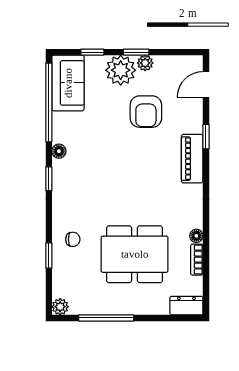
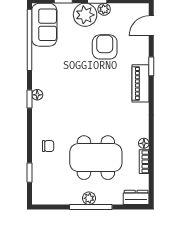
armchair: (146, 112) -> (105, 47), turned 180
floor lamp: (59, 151) -> (37, 95), moved
window: (49, 256) -> (29, 173), moved
plant: (60, 307) -> (89, 198), moved
window: (106, 318) -> (91, 207), moved

